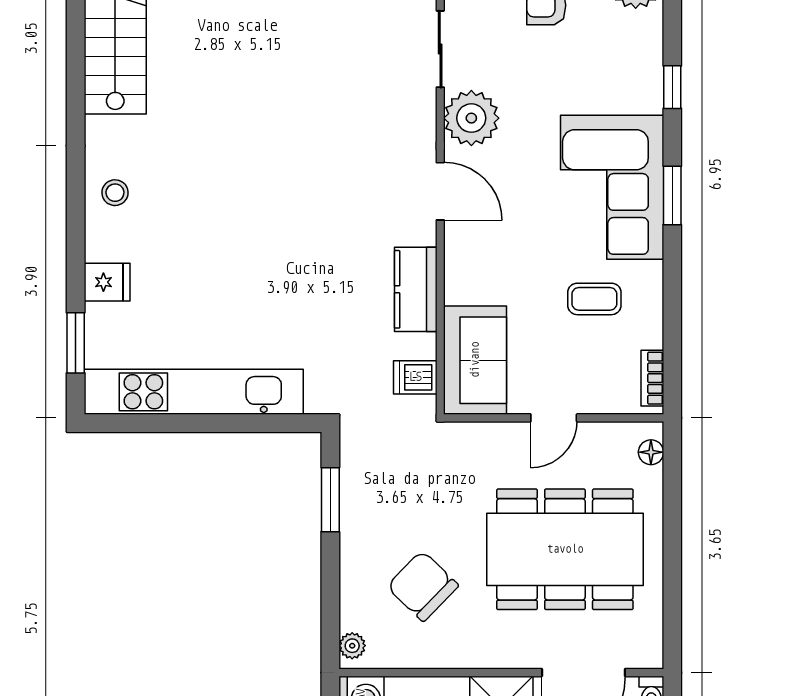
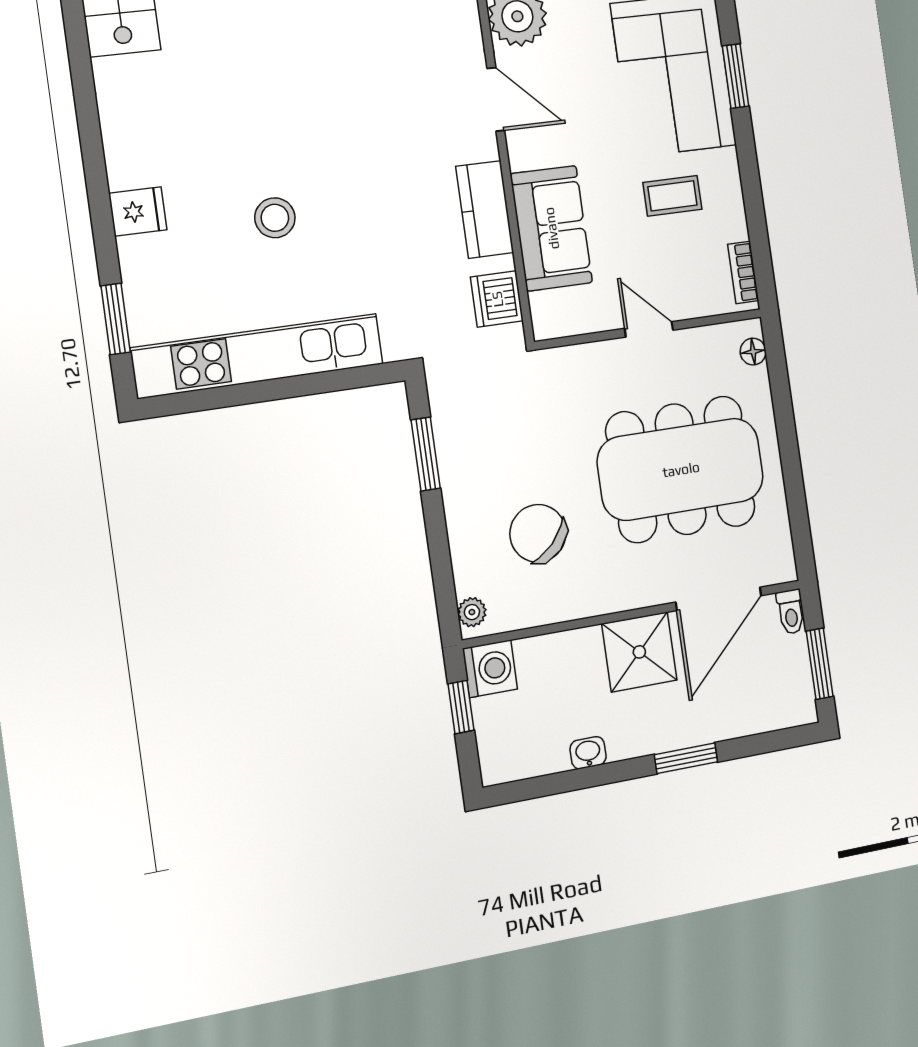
stool: (115, 193) -> (275, 218), moved, width x1.37, depth x1.37
fridge: (107, 282) -> (138, 211), moved
sofa: (475, 360) -> (551, 228), moved
dishwasher: (415, 377) -> (497, 299), width x1.38
door: (554, 418) -> (649, 329), swing flipped

